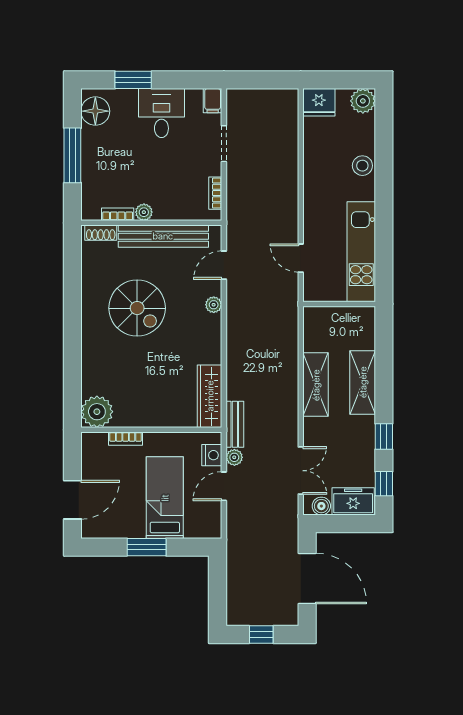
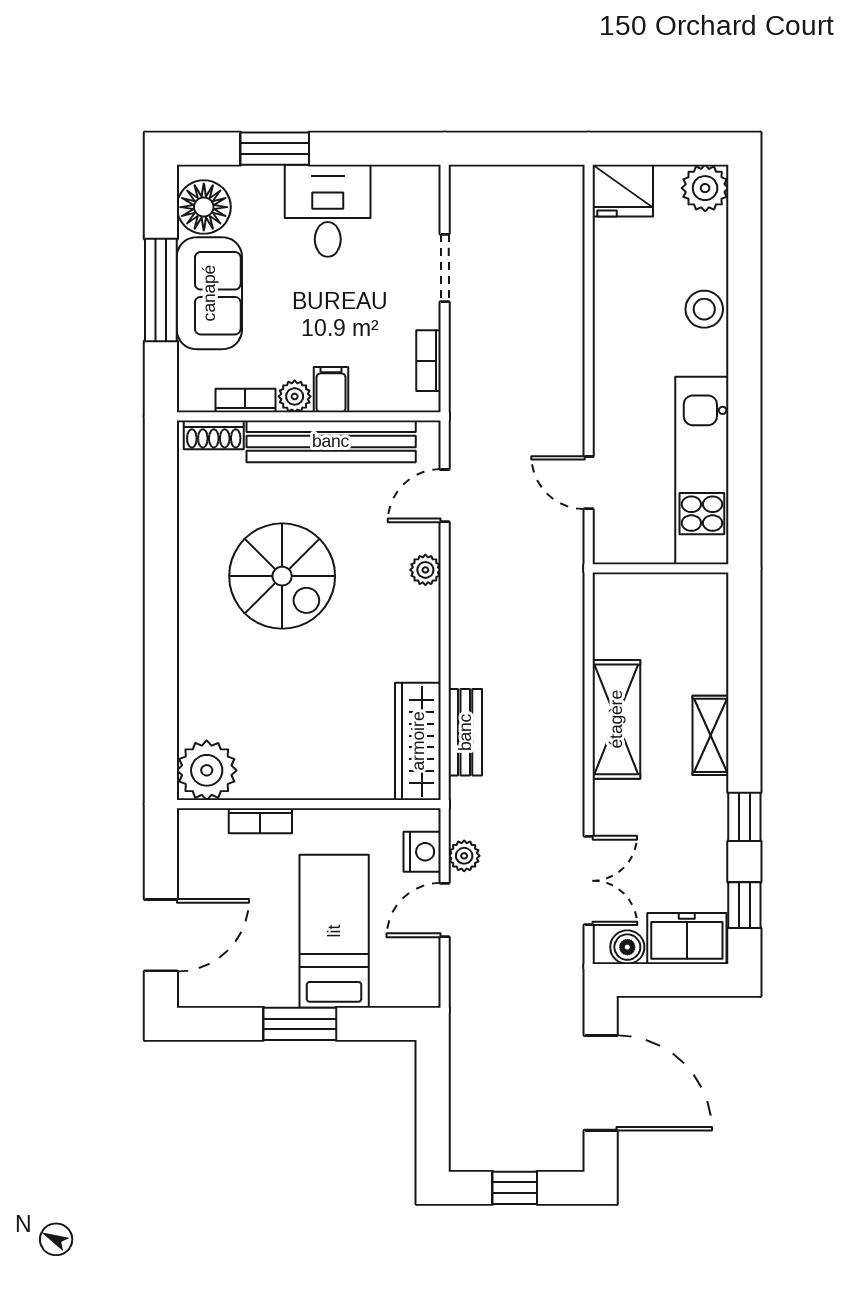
filing cabinet: (213, 101) -> (331, 390), moved, turned 180
sofa: (98, 157) -> (209, 293), added
shelving: (363, 382) -> (711, 735), width x0.67, depth x0.75
bench: (235, 424) -> (465, 732), moved

